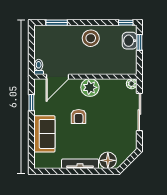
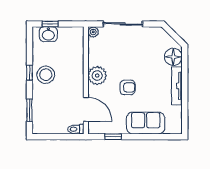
window: (126, 23) -> (29, 73), moved

